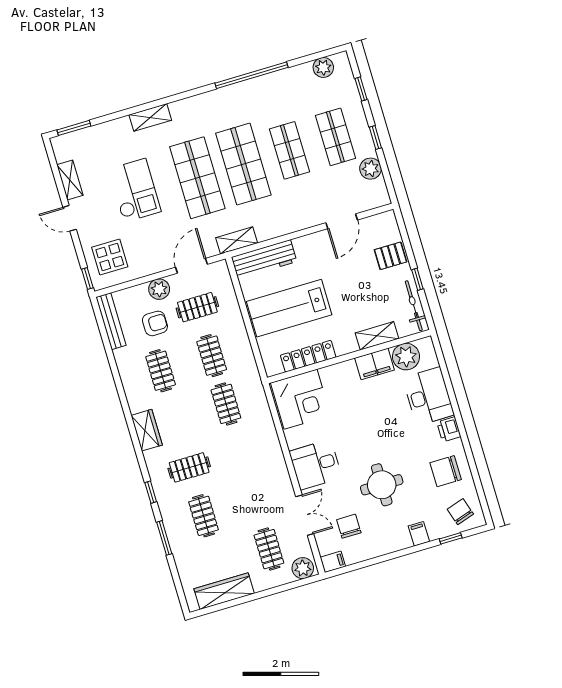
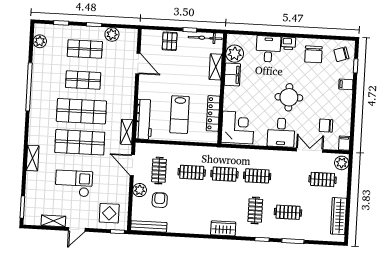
lab bench: (289, 308) -> (180, 115), width x0.73, depth x0.72
clothes rail: (161, 371) -> (257, 176), moved
desk: (428, 396) -> (268, 49), width x0.73
round table: (382, 485) -> (289, 97), moved

